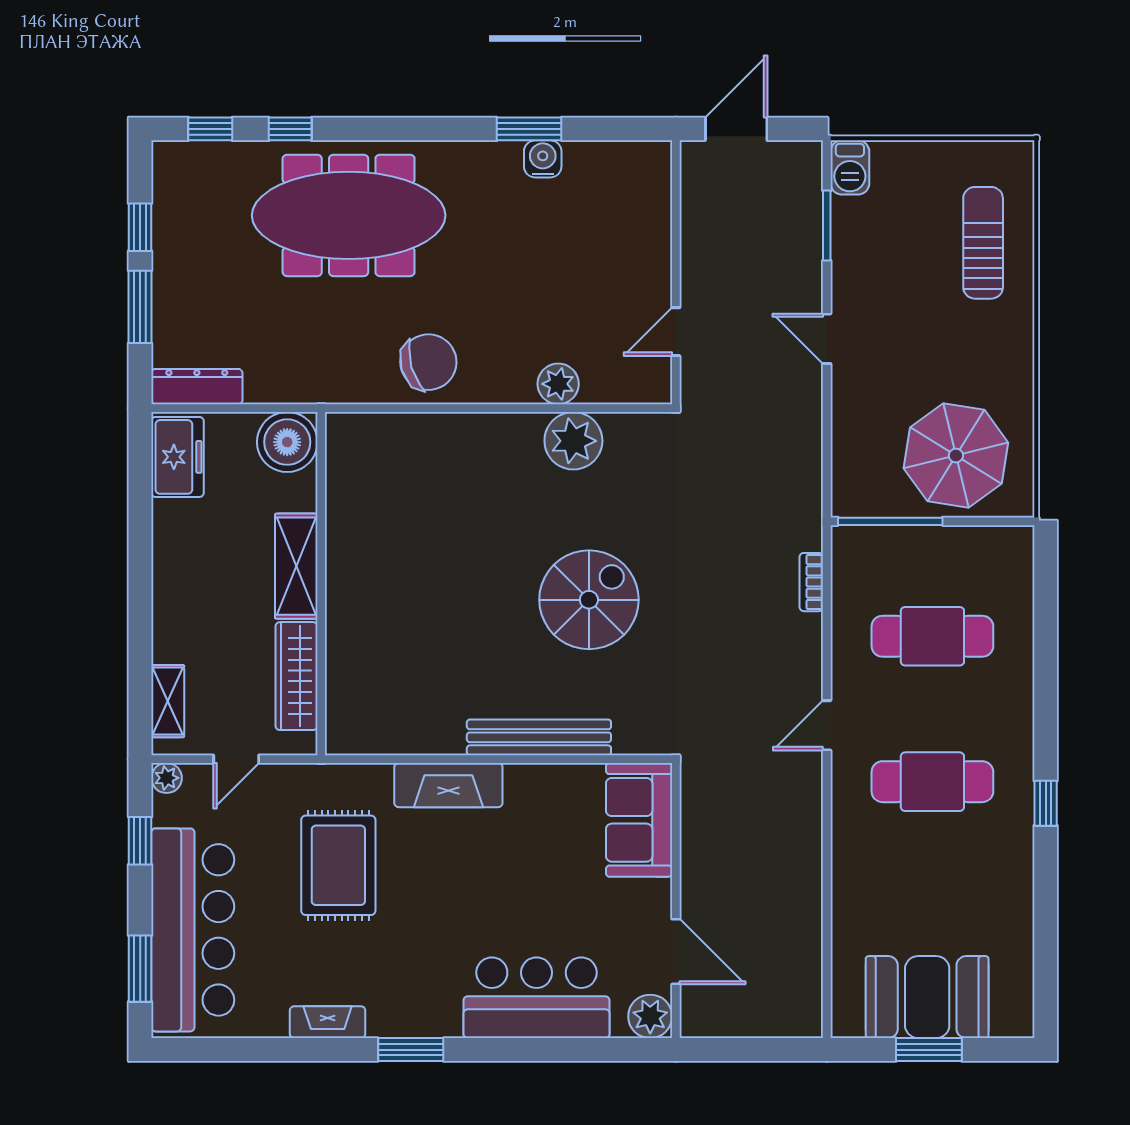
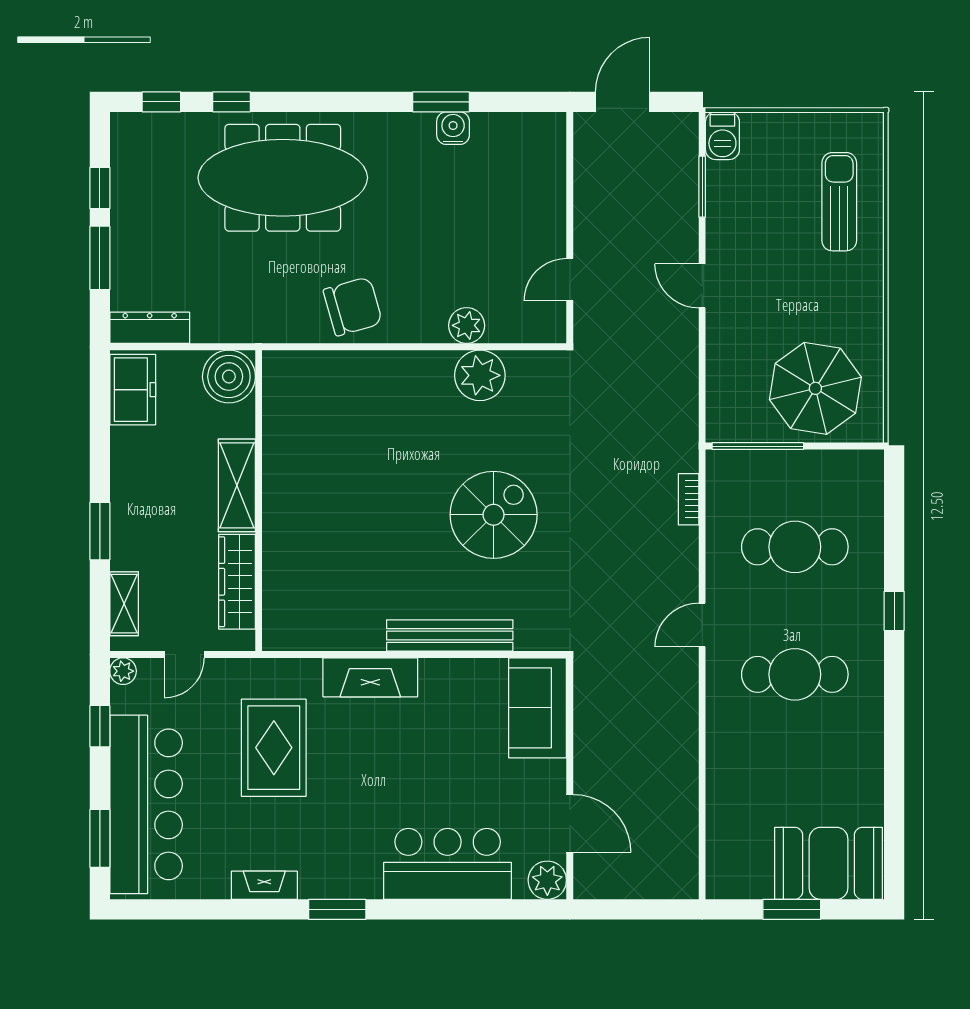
window: (140, 618) -> (100, 531), added
window: (1046, 803) -> (894, 611), moved
booth: (927, 997) -> (828, 863), moved

